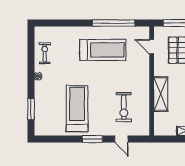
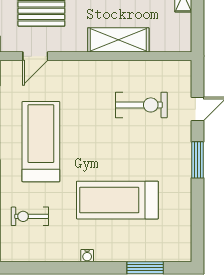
exercise bike: (45, 53) -> (30, 216), moved
treadmill: (77, 109) -> (117, 200), moved

